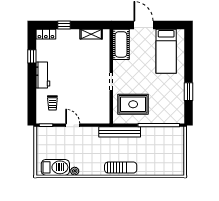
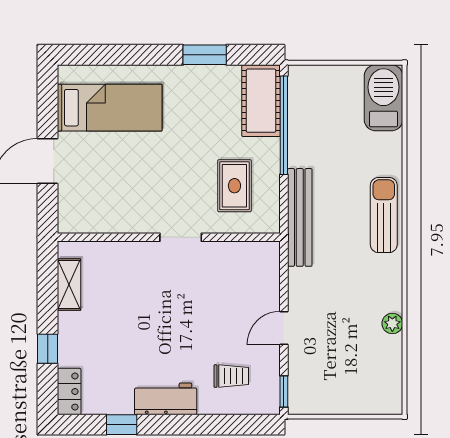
cot: (121, 44) -> (261, 101), moved, turned 90
rug: (133, 104) -> (234, 186), width x0.73, depth x0.70
barbecue: (55, 167) -> (383, 98), moved

